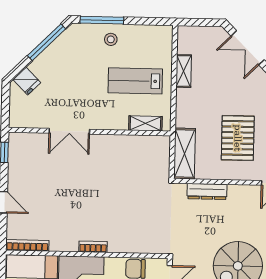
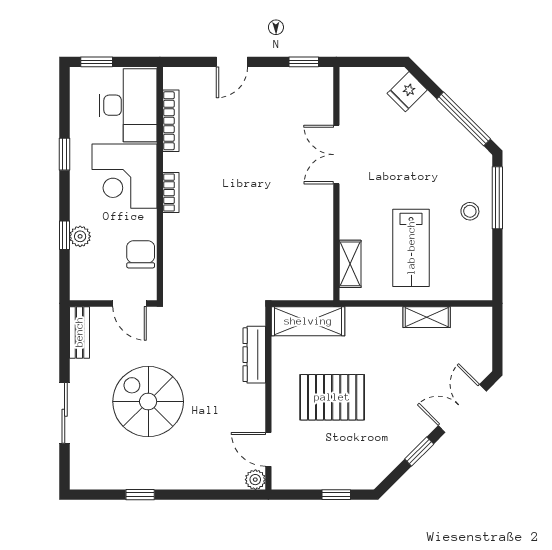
lab bench: (135, 81) -> (411, 248), turned 180
bookcase: (27, 245) -> (171, 121), moved

